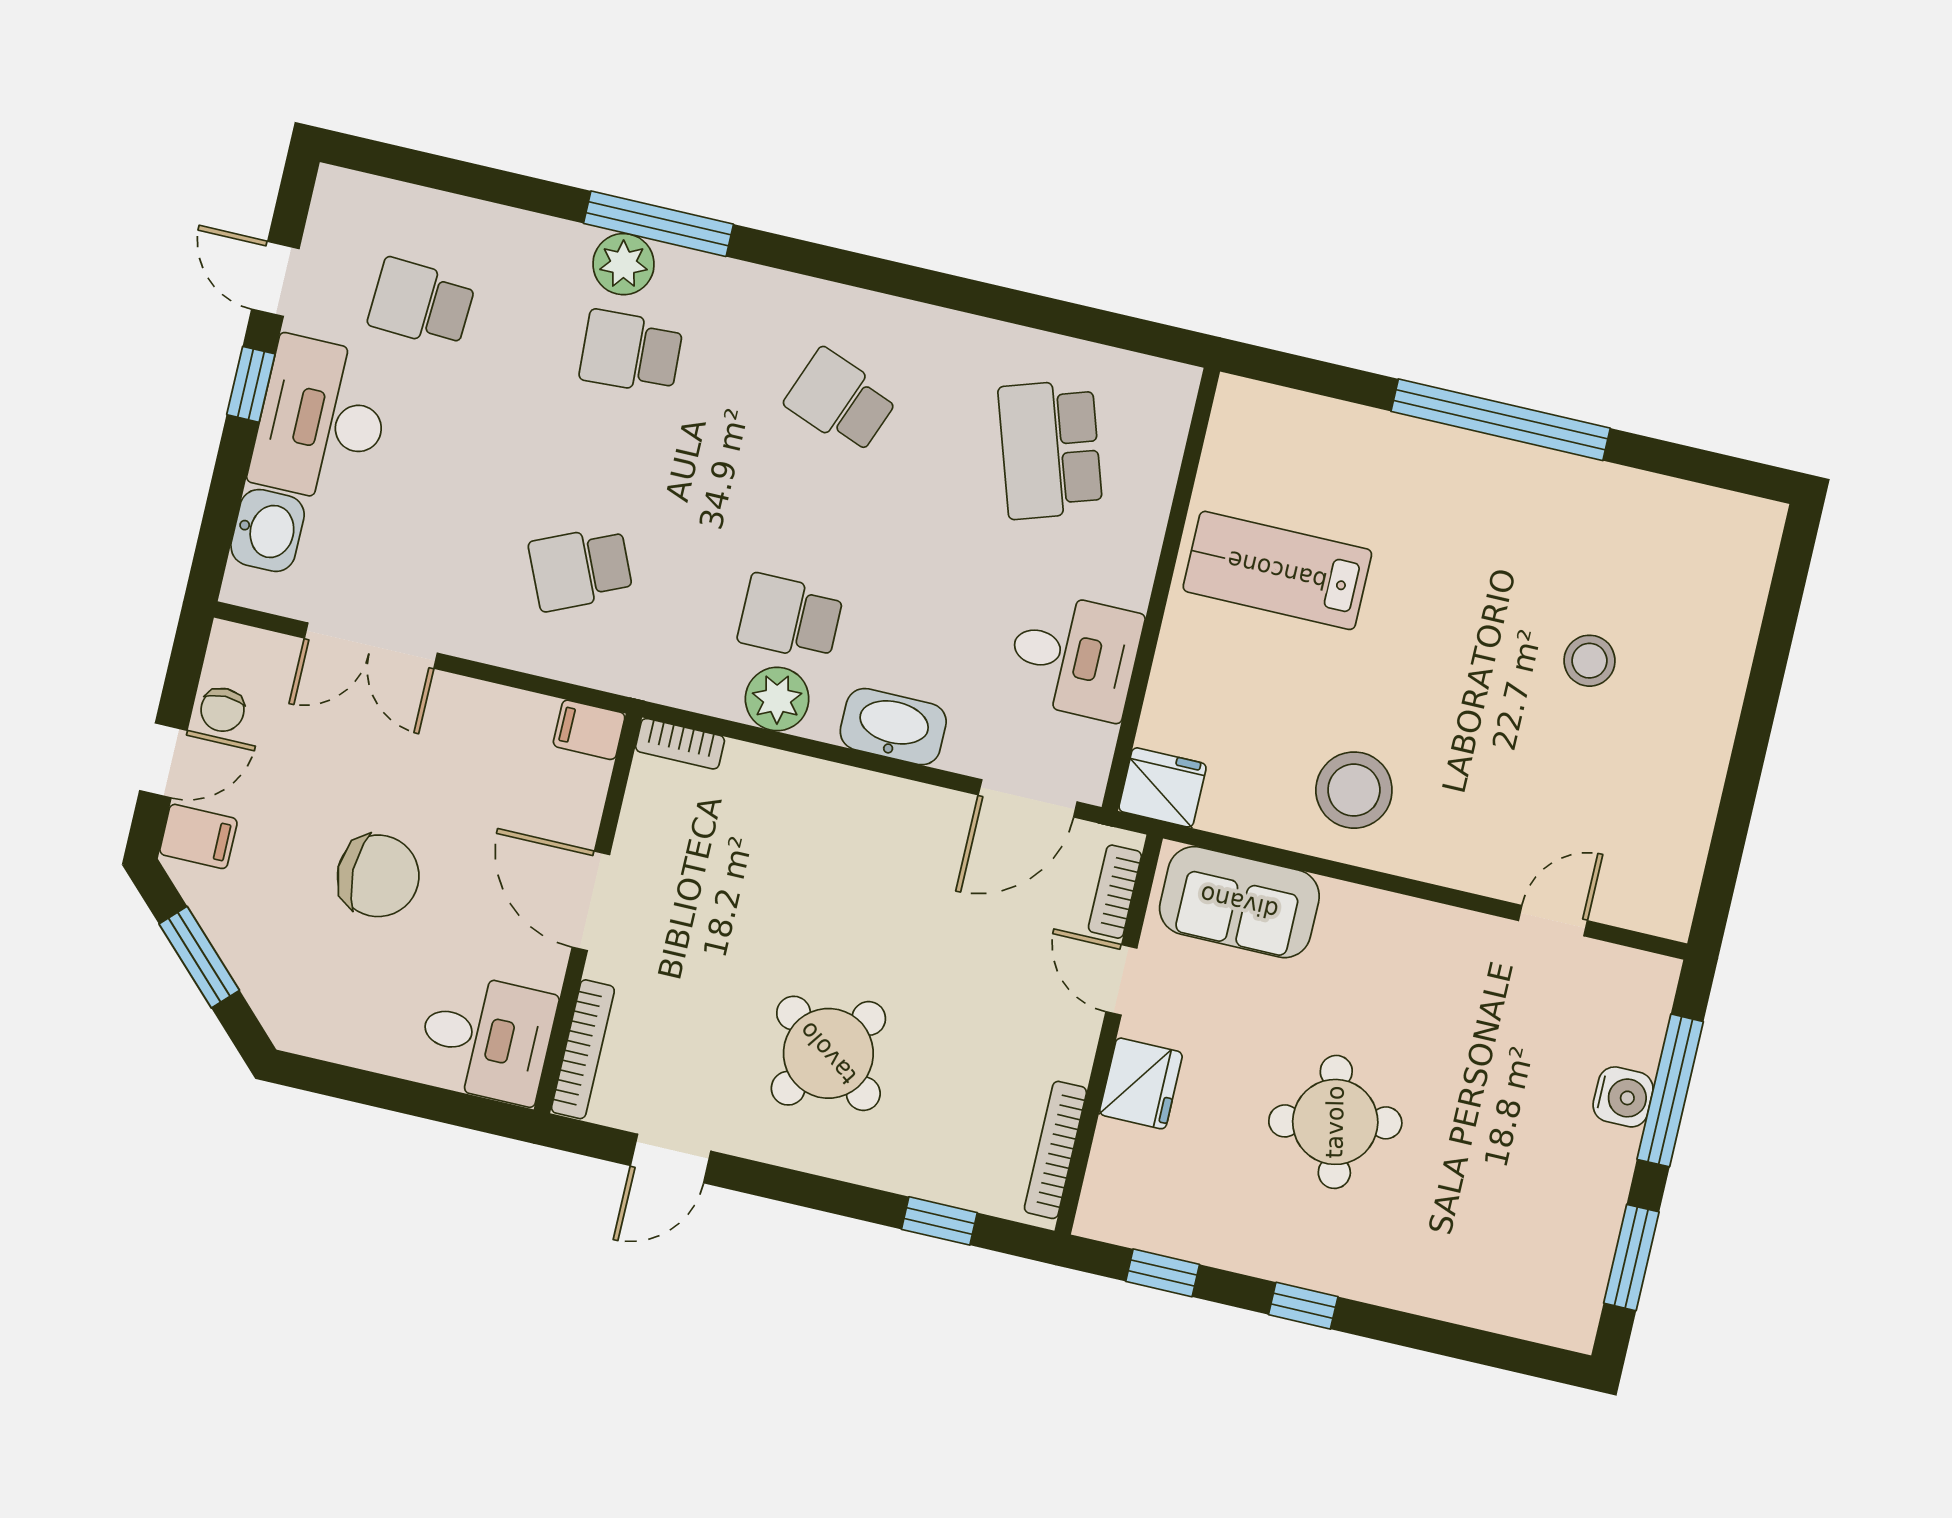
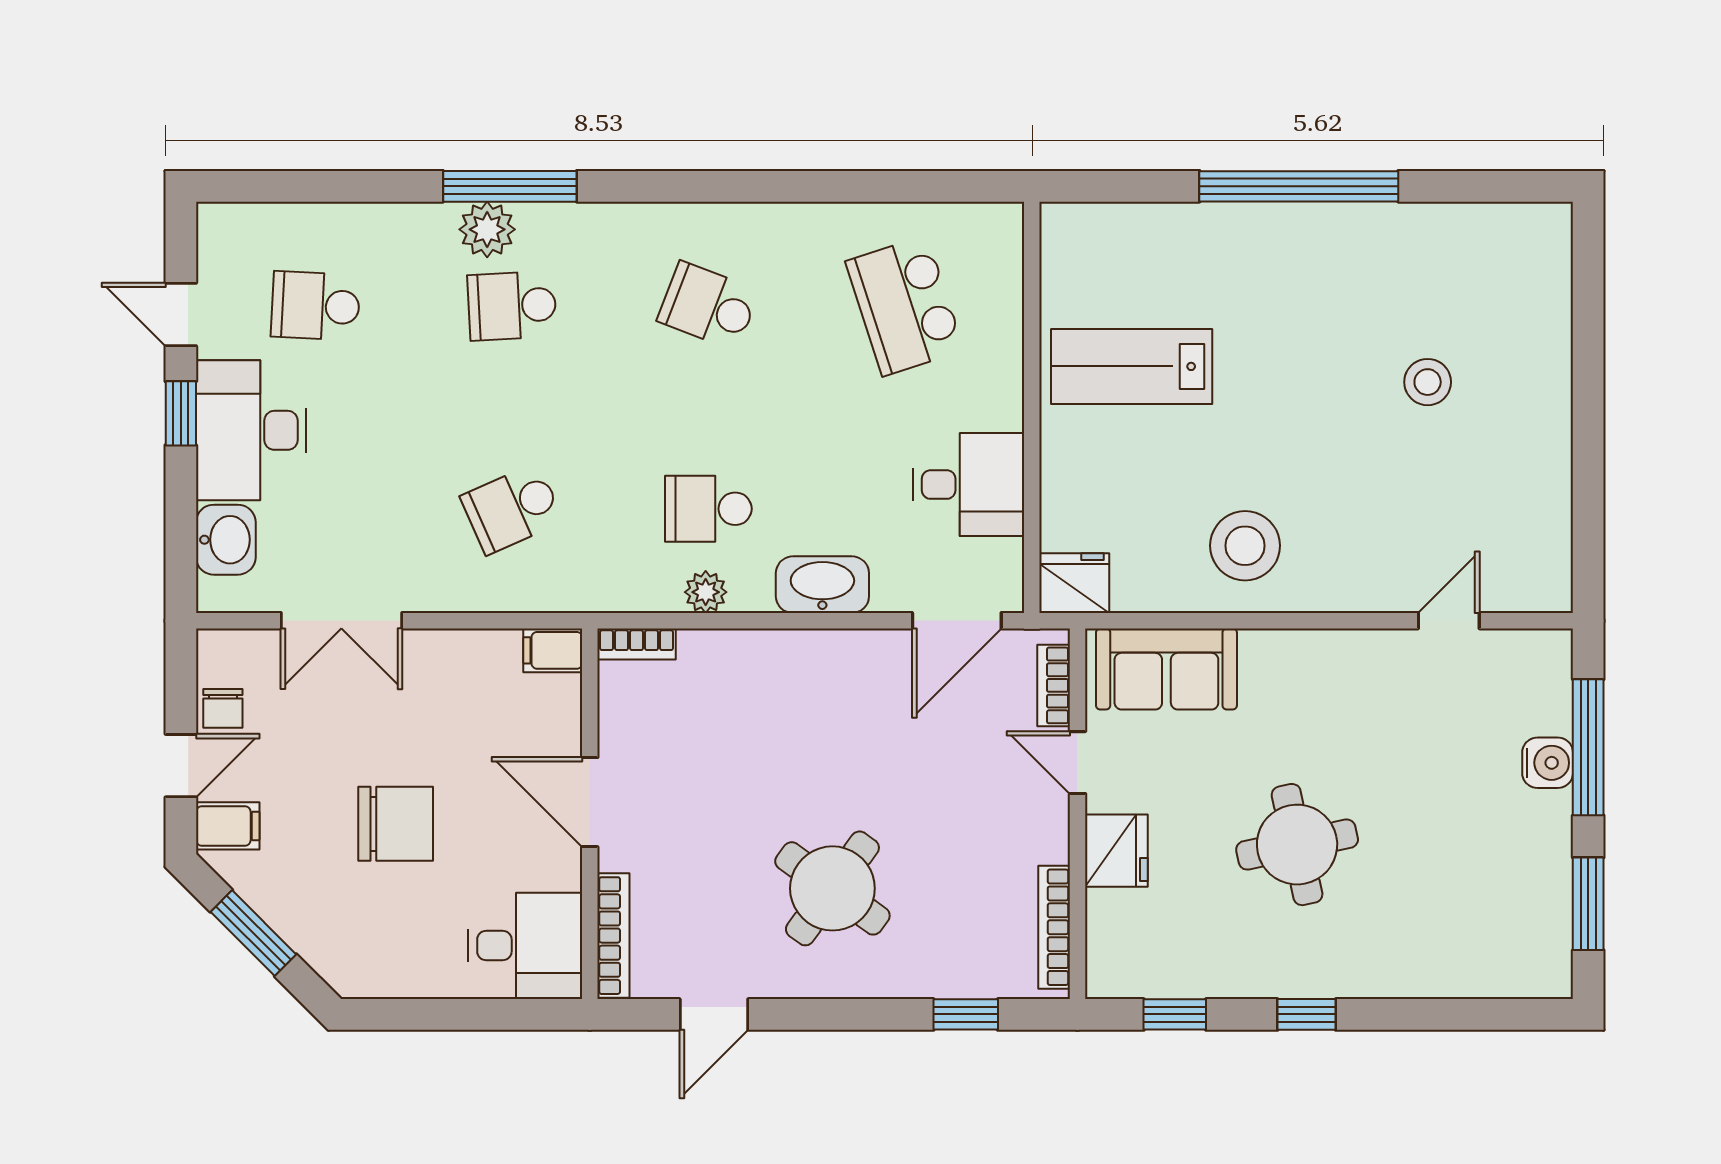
plant: (777, 699) -> (706, 592), width x0.73, depth x0.73

